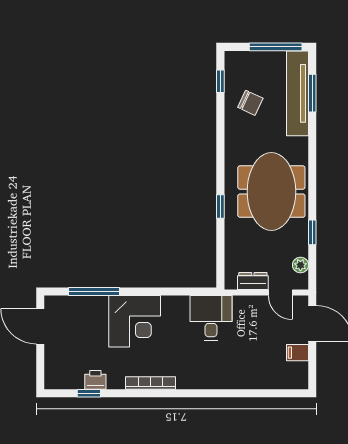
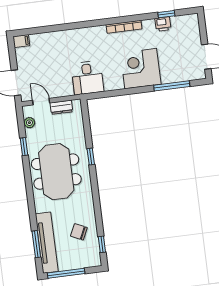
filing cabinet: (297, 353) -> (21, 41), moved

